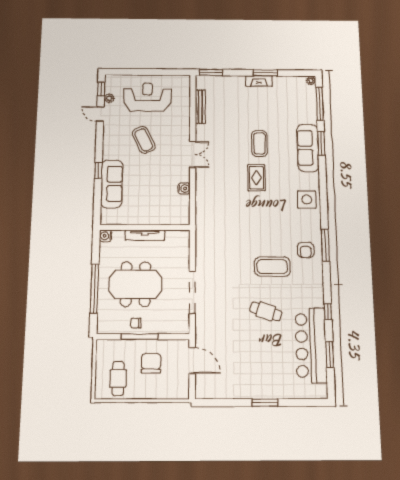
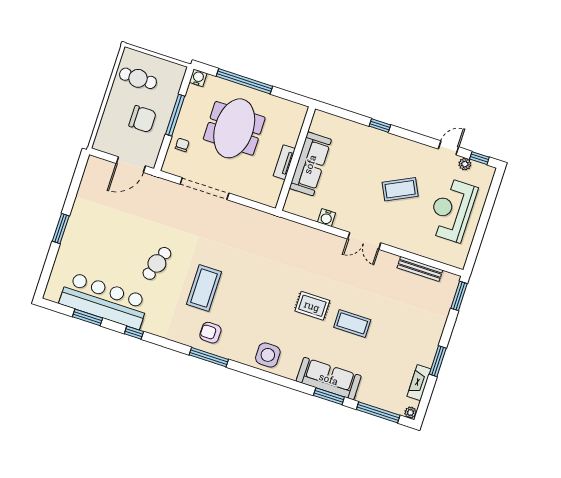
fireplace: (259, 81) -> (419, 383), moved
reception desk: (147, 97) -> (452, 210), turned 180
sofa: (112, 184) -> (310, 164), moved, turned -90
tv unit: (145, 235) -> (284, 162), width x0.71
water cooler: (106, 236) -> (198, 78), moved
chair: (136, 323) -> (182, 145), moved

